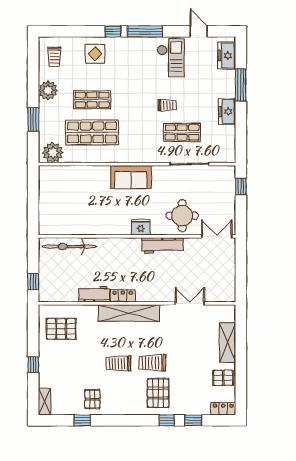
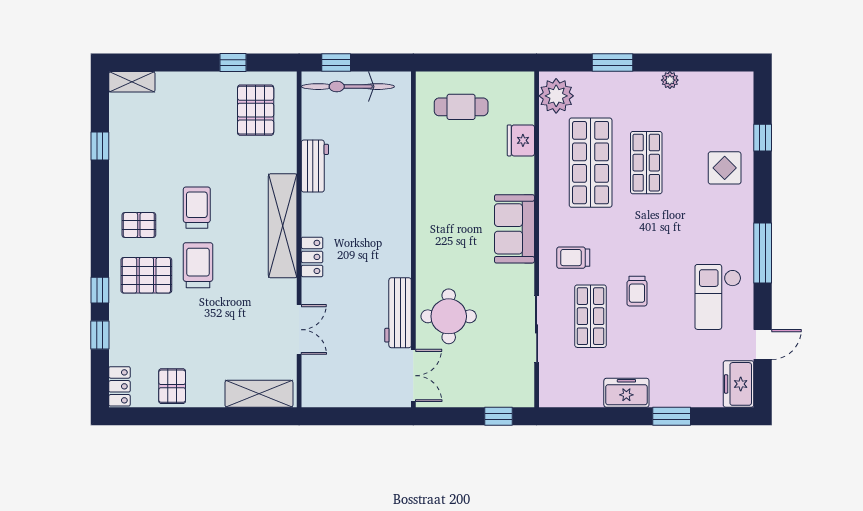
window: (113, 31) -> (763, 138), moved
freezer: (227, 56) -> (739, 384), moved, turned -90
trolley: (54, 57) -> (573, 258), moved
checkout: (171, 58) -> (718, 297), turned 90
window: (241, 85) -> (672, 416), width x0.69
plant: (48, 90) -> (670, 80), width x0.53, depth x0.53
cafe table: (59, 208) -> (461, 107), added
fridge: (141, 227) -> (521, 140), moved, turned 180
workbench: (162, 245) -> (398, 313), moved
bicycle: (69, 247) -> (348, 87), moved, turned -90
locker: (123, 296) -> (312, 257), moved
shelving: (228, 342) -> (259, 394), moved
window: (33, 365) -> (233, 62), moved
pallet: (92, 399) -> (139, 225), moved

